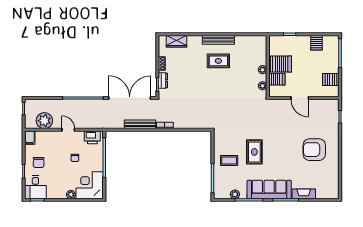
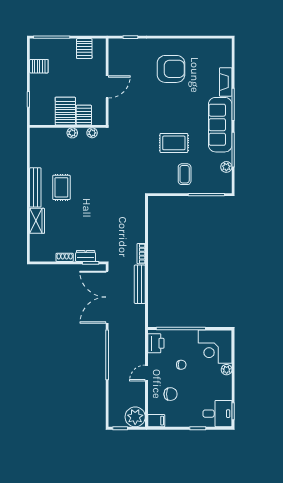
wardrobe: (176, 41) -> (37, 221), moved
plant: (44, 121) -> (135, 417), moved
armchair: (314, 150) -> (171, 69), turned -90
chair: (39, 163) -> (170, 394), moved

